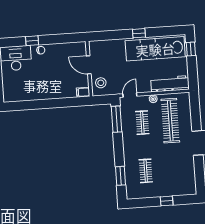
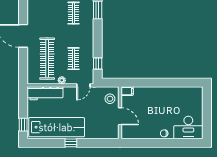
window: (32, 41) -> (172, 143), removed
window: (116, 119) -> (98, 64), width x0.46

